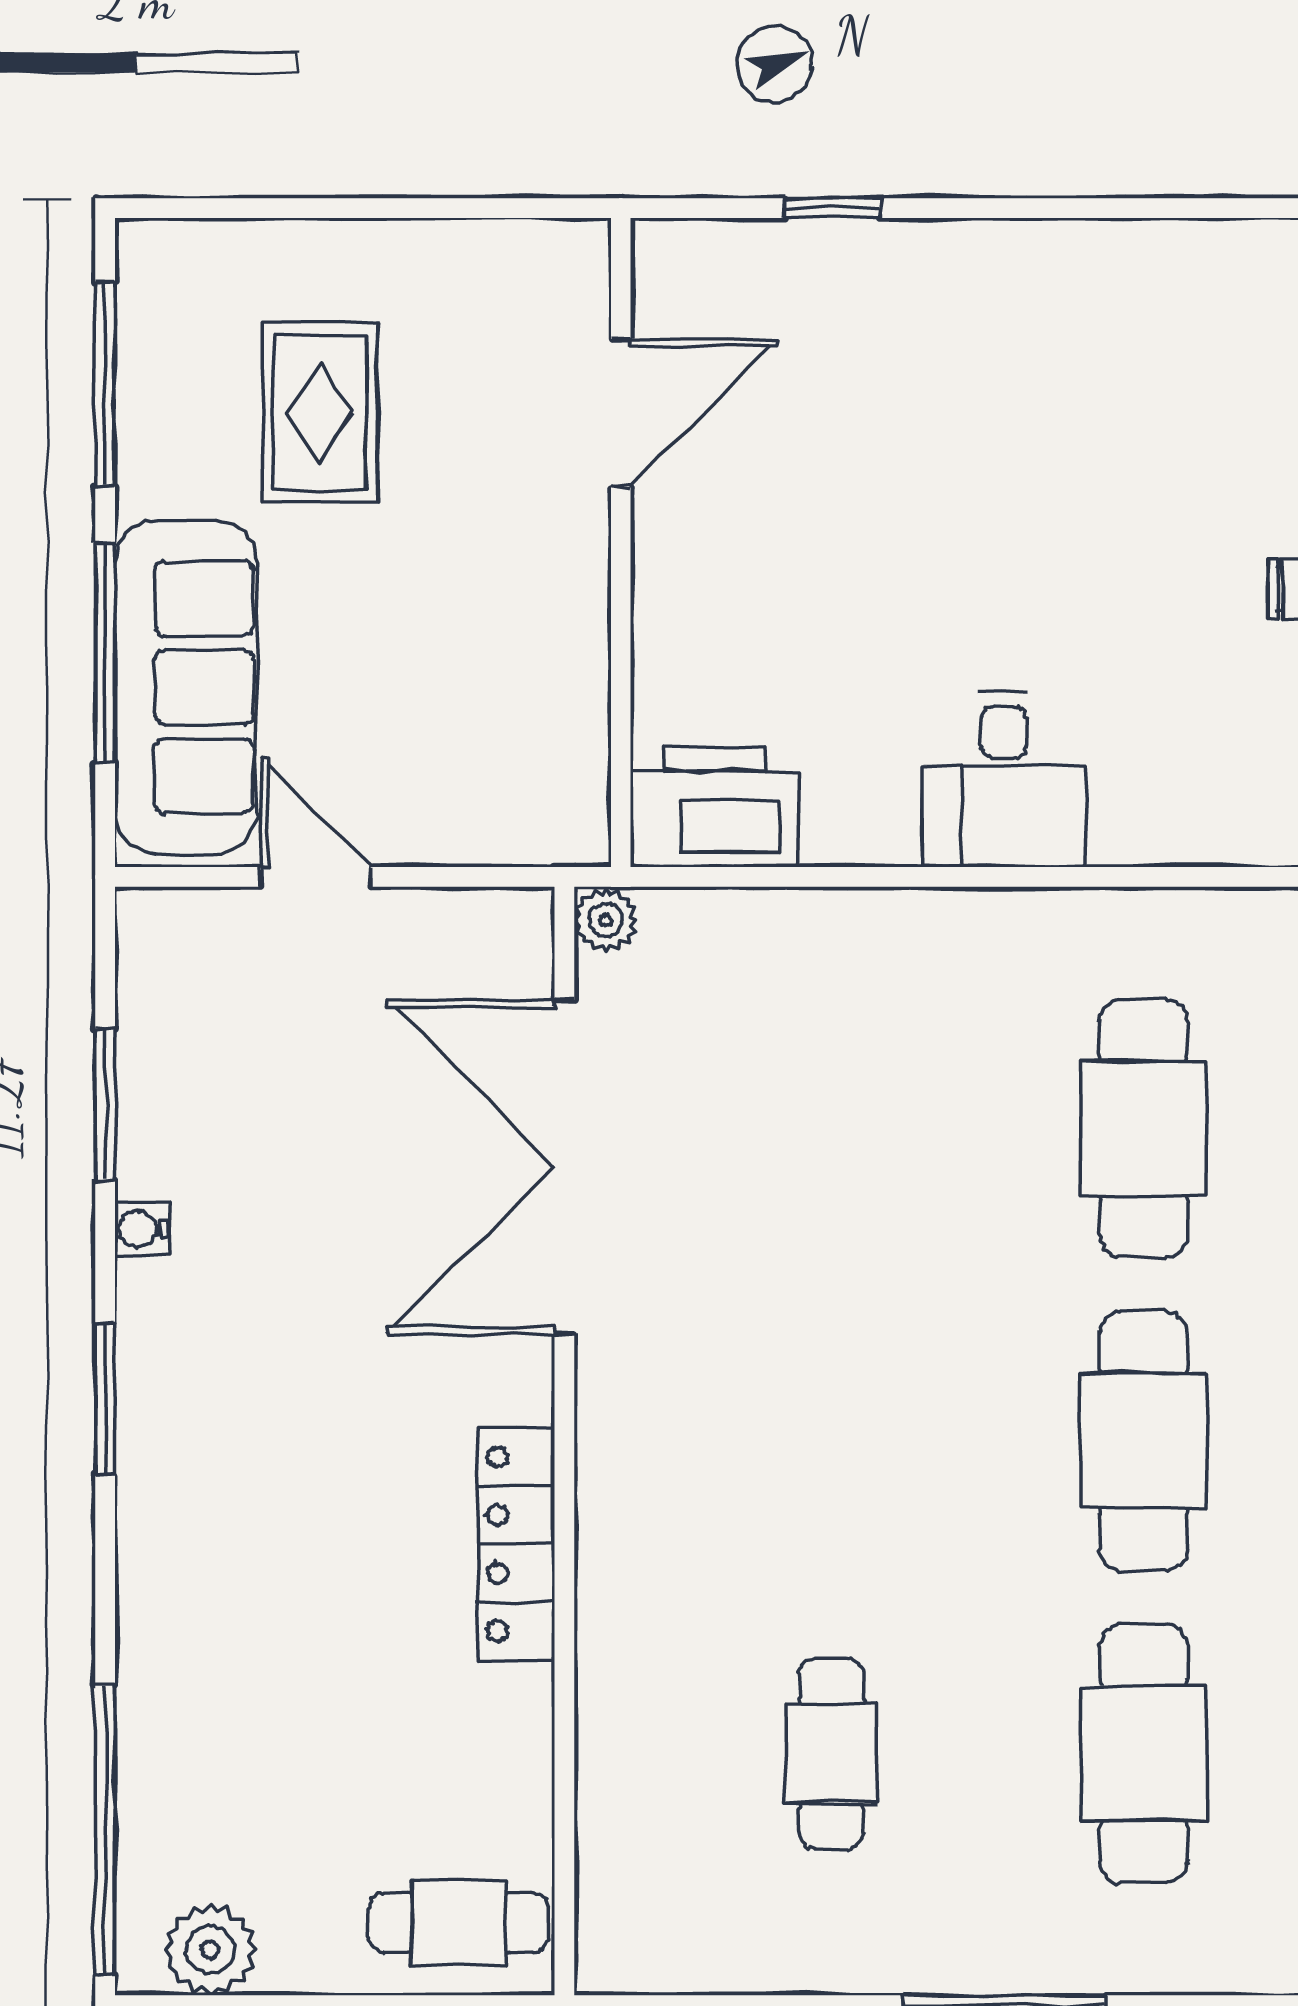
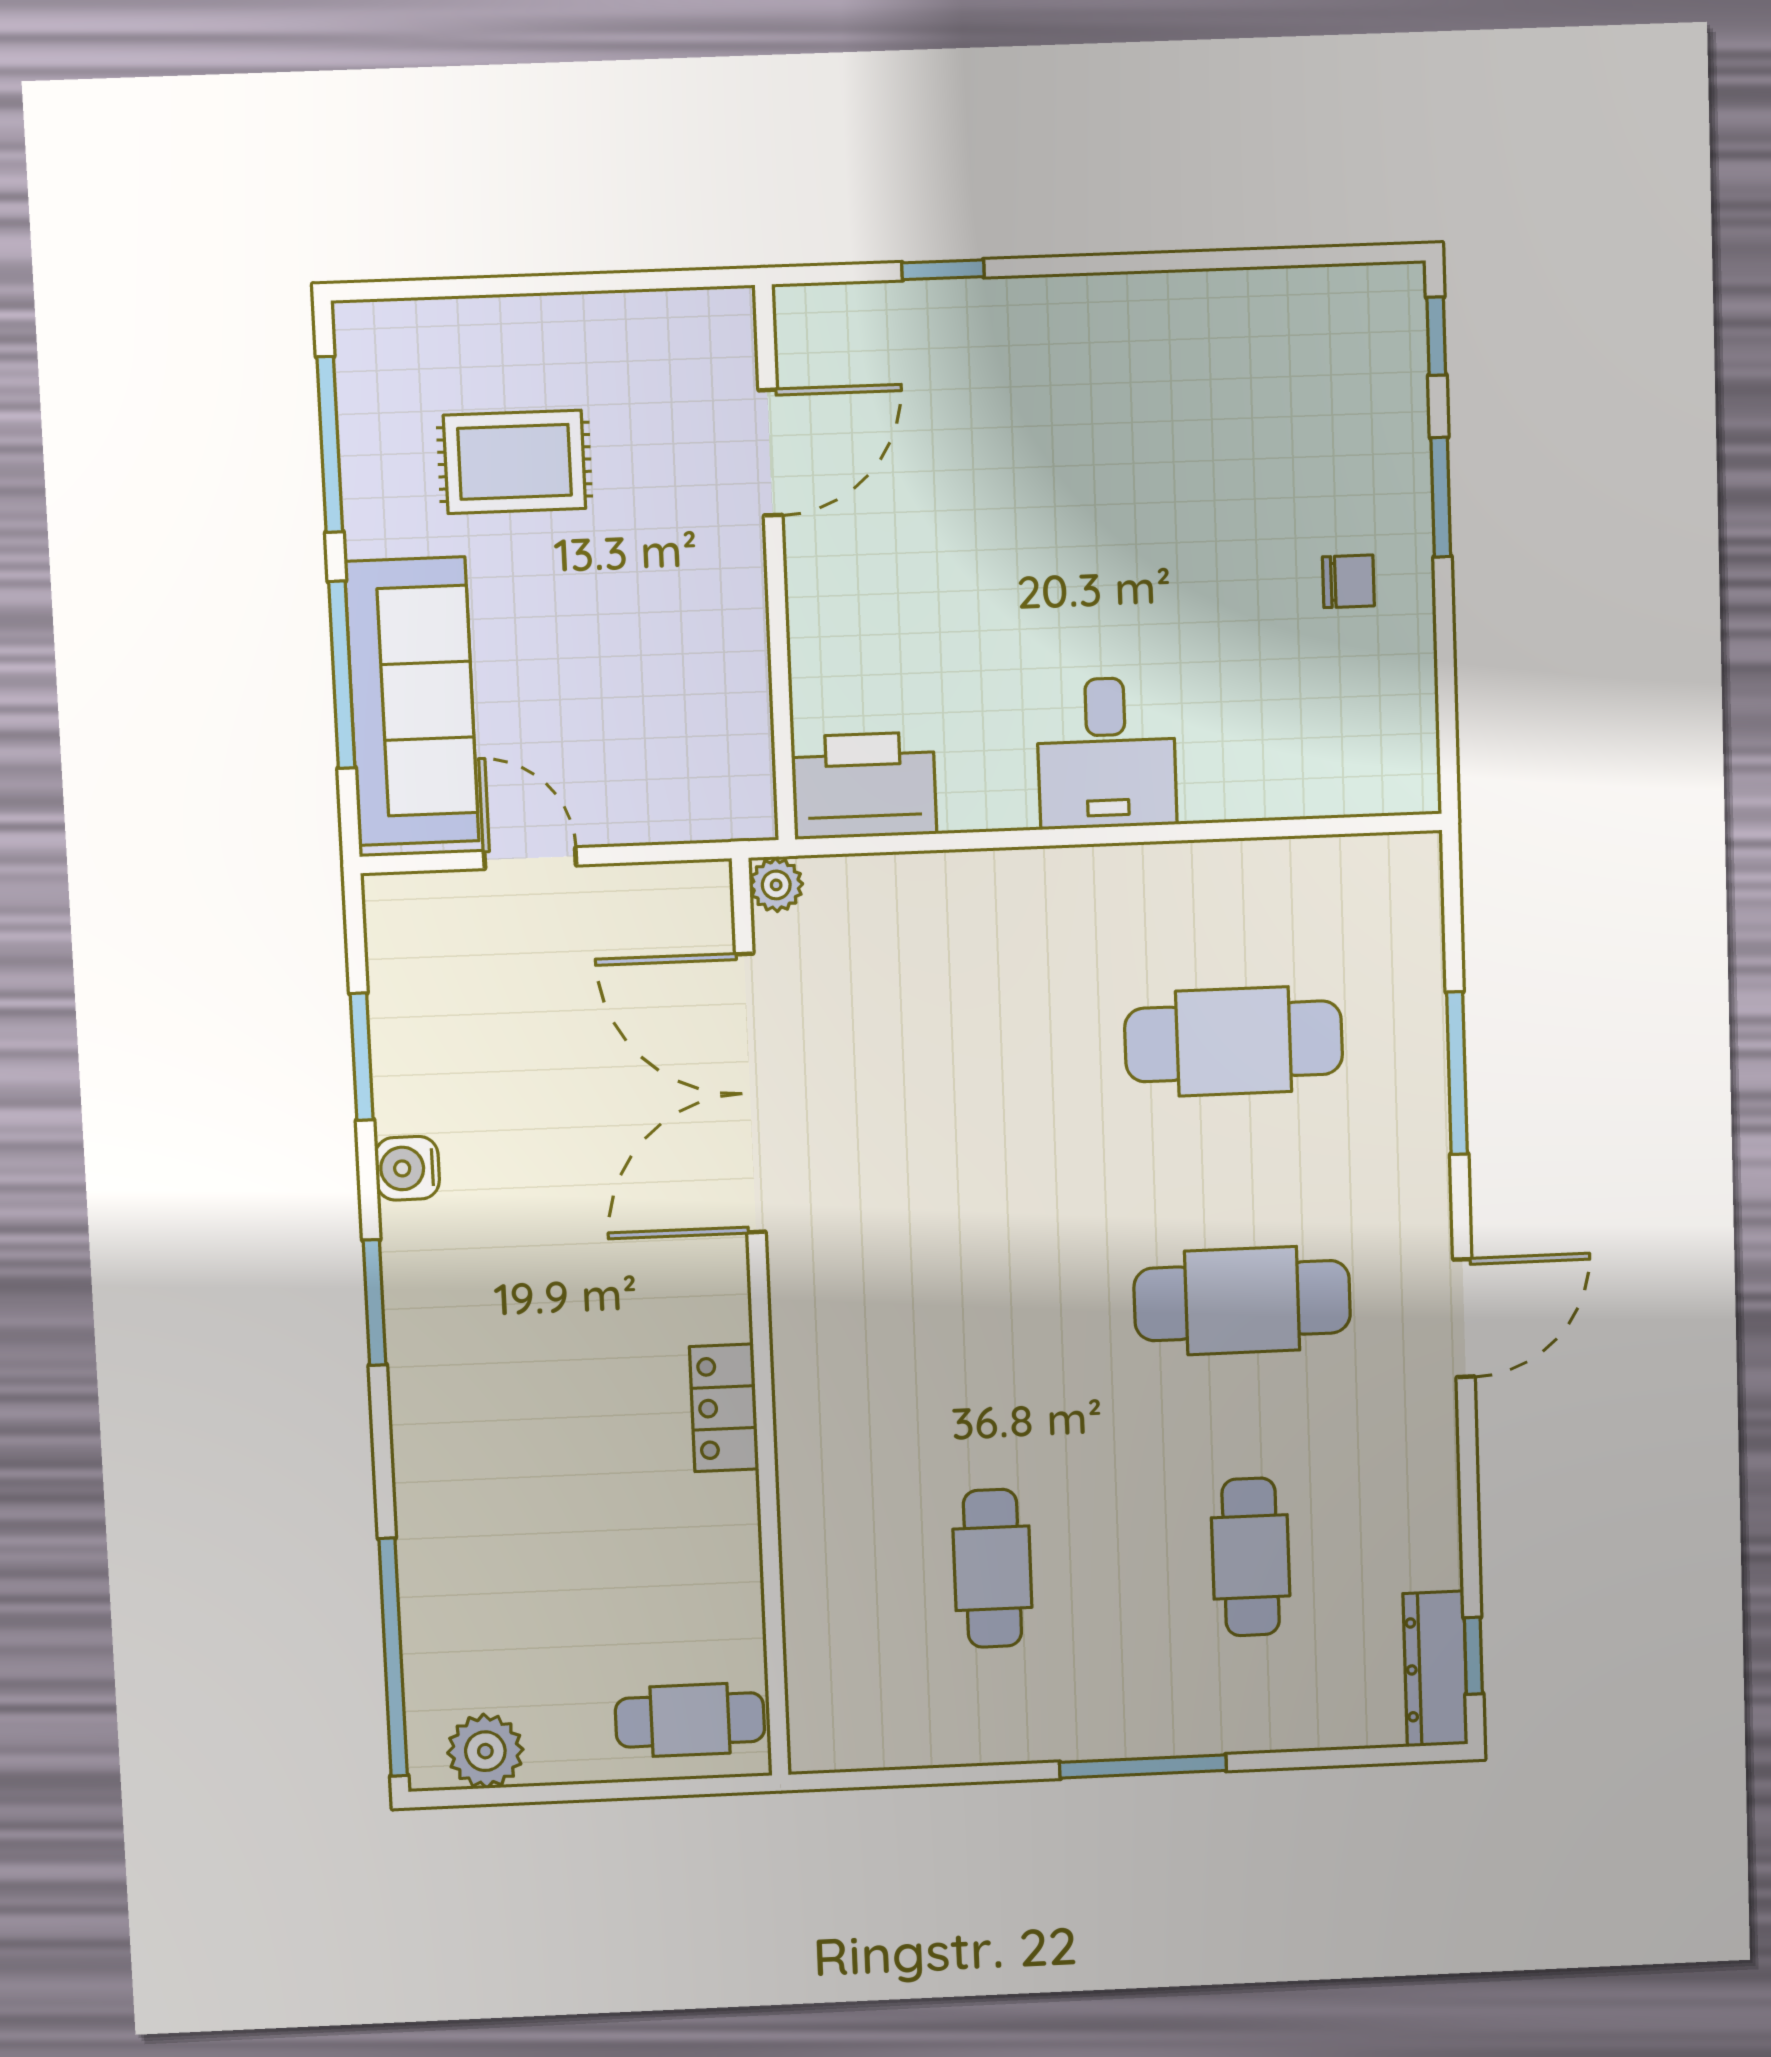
rug: (320, 412) -> (515, 462), turned 90
cafe table: (1144, 1129) -> (1234, 1041), turned 90
water cooler: (142, 1229) -> (407, 1168), width x1.38, depth x1.38
cafe table: (1144, 1441) -> (1242, 1301), turned 90
locker: (516, 1544) -> (724, 1408), width x0.66
cafe table: (1144, 1753) -> (1251, 1557), width x0.73, depth x0.74

